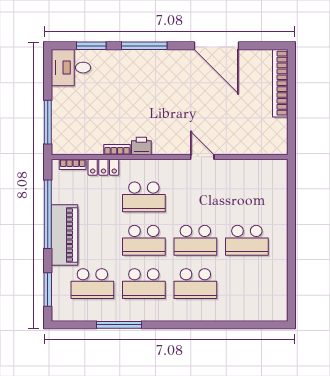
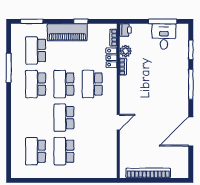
desk: (71, 68) -> (164, 36), moved
bookcase: (280, 83) -> (148, 173), moved
window: (48, 122) -> (163, 21), moved
plant: (93, 146) -> (126, 51), added
printer: (141, 146) -> (125, 30), moved
window: (48, 214) -> (81, 21), width x0.32
school desk: (195, 284) -> (36, 151), moved

